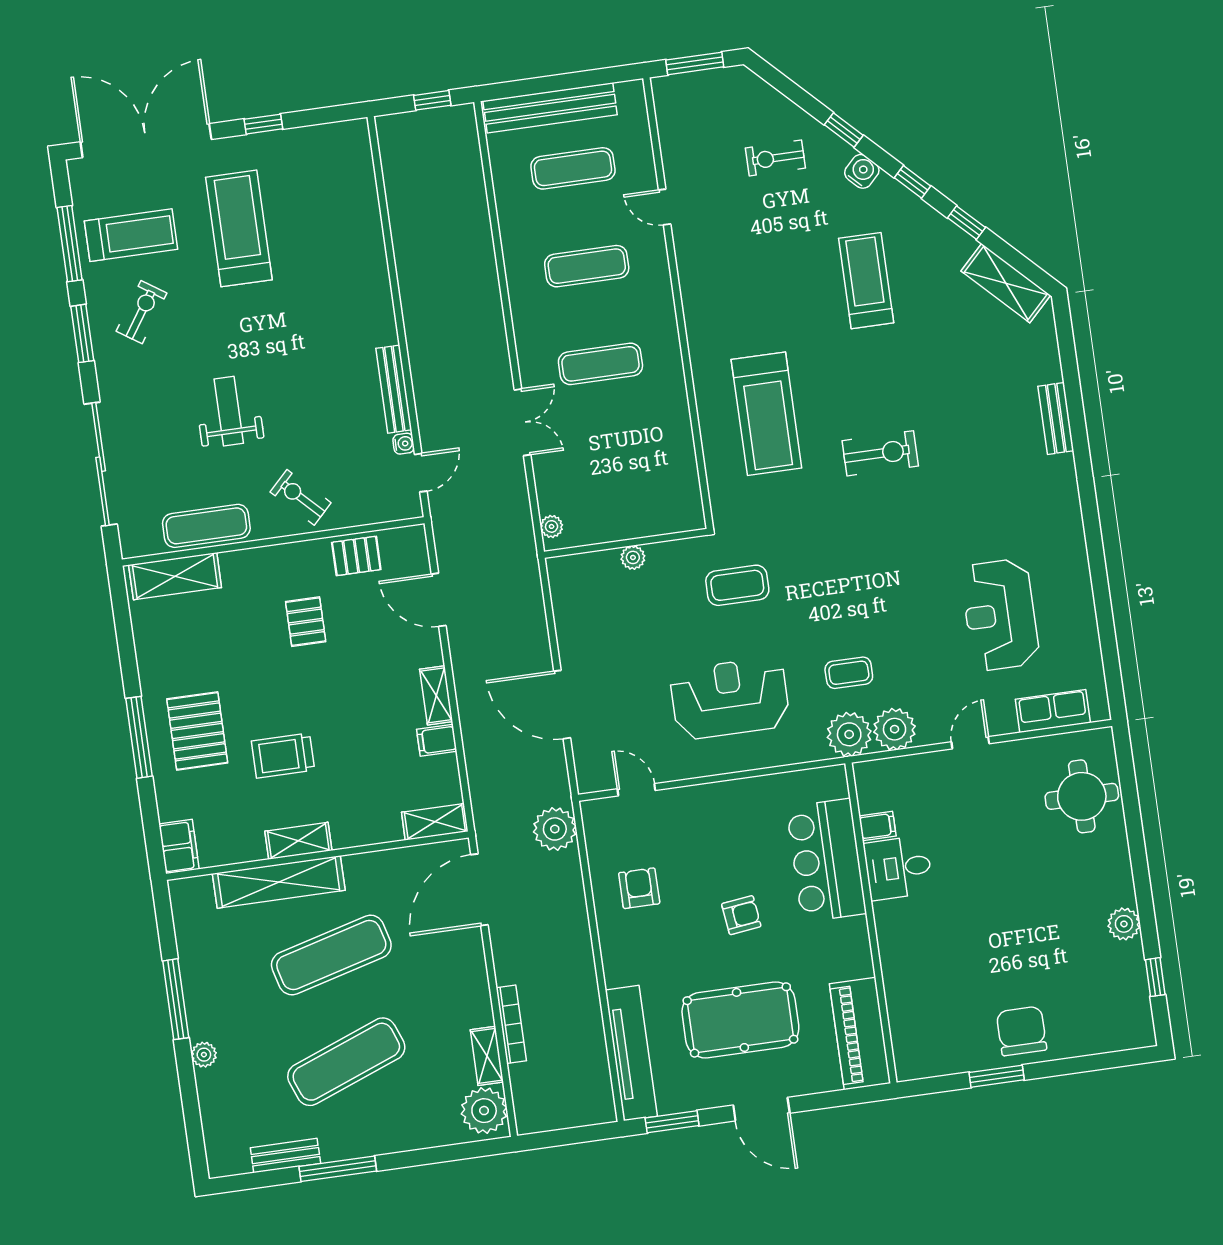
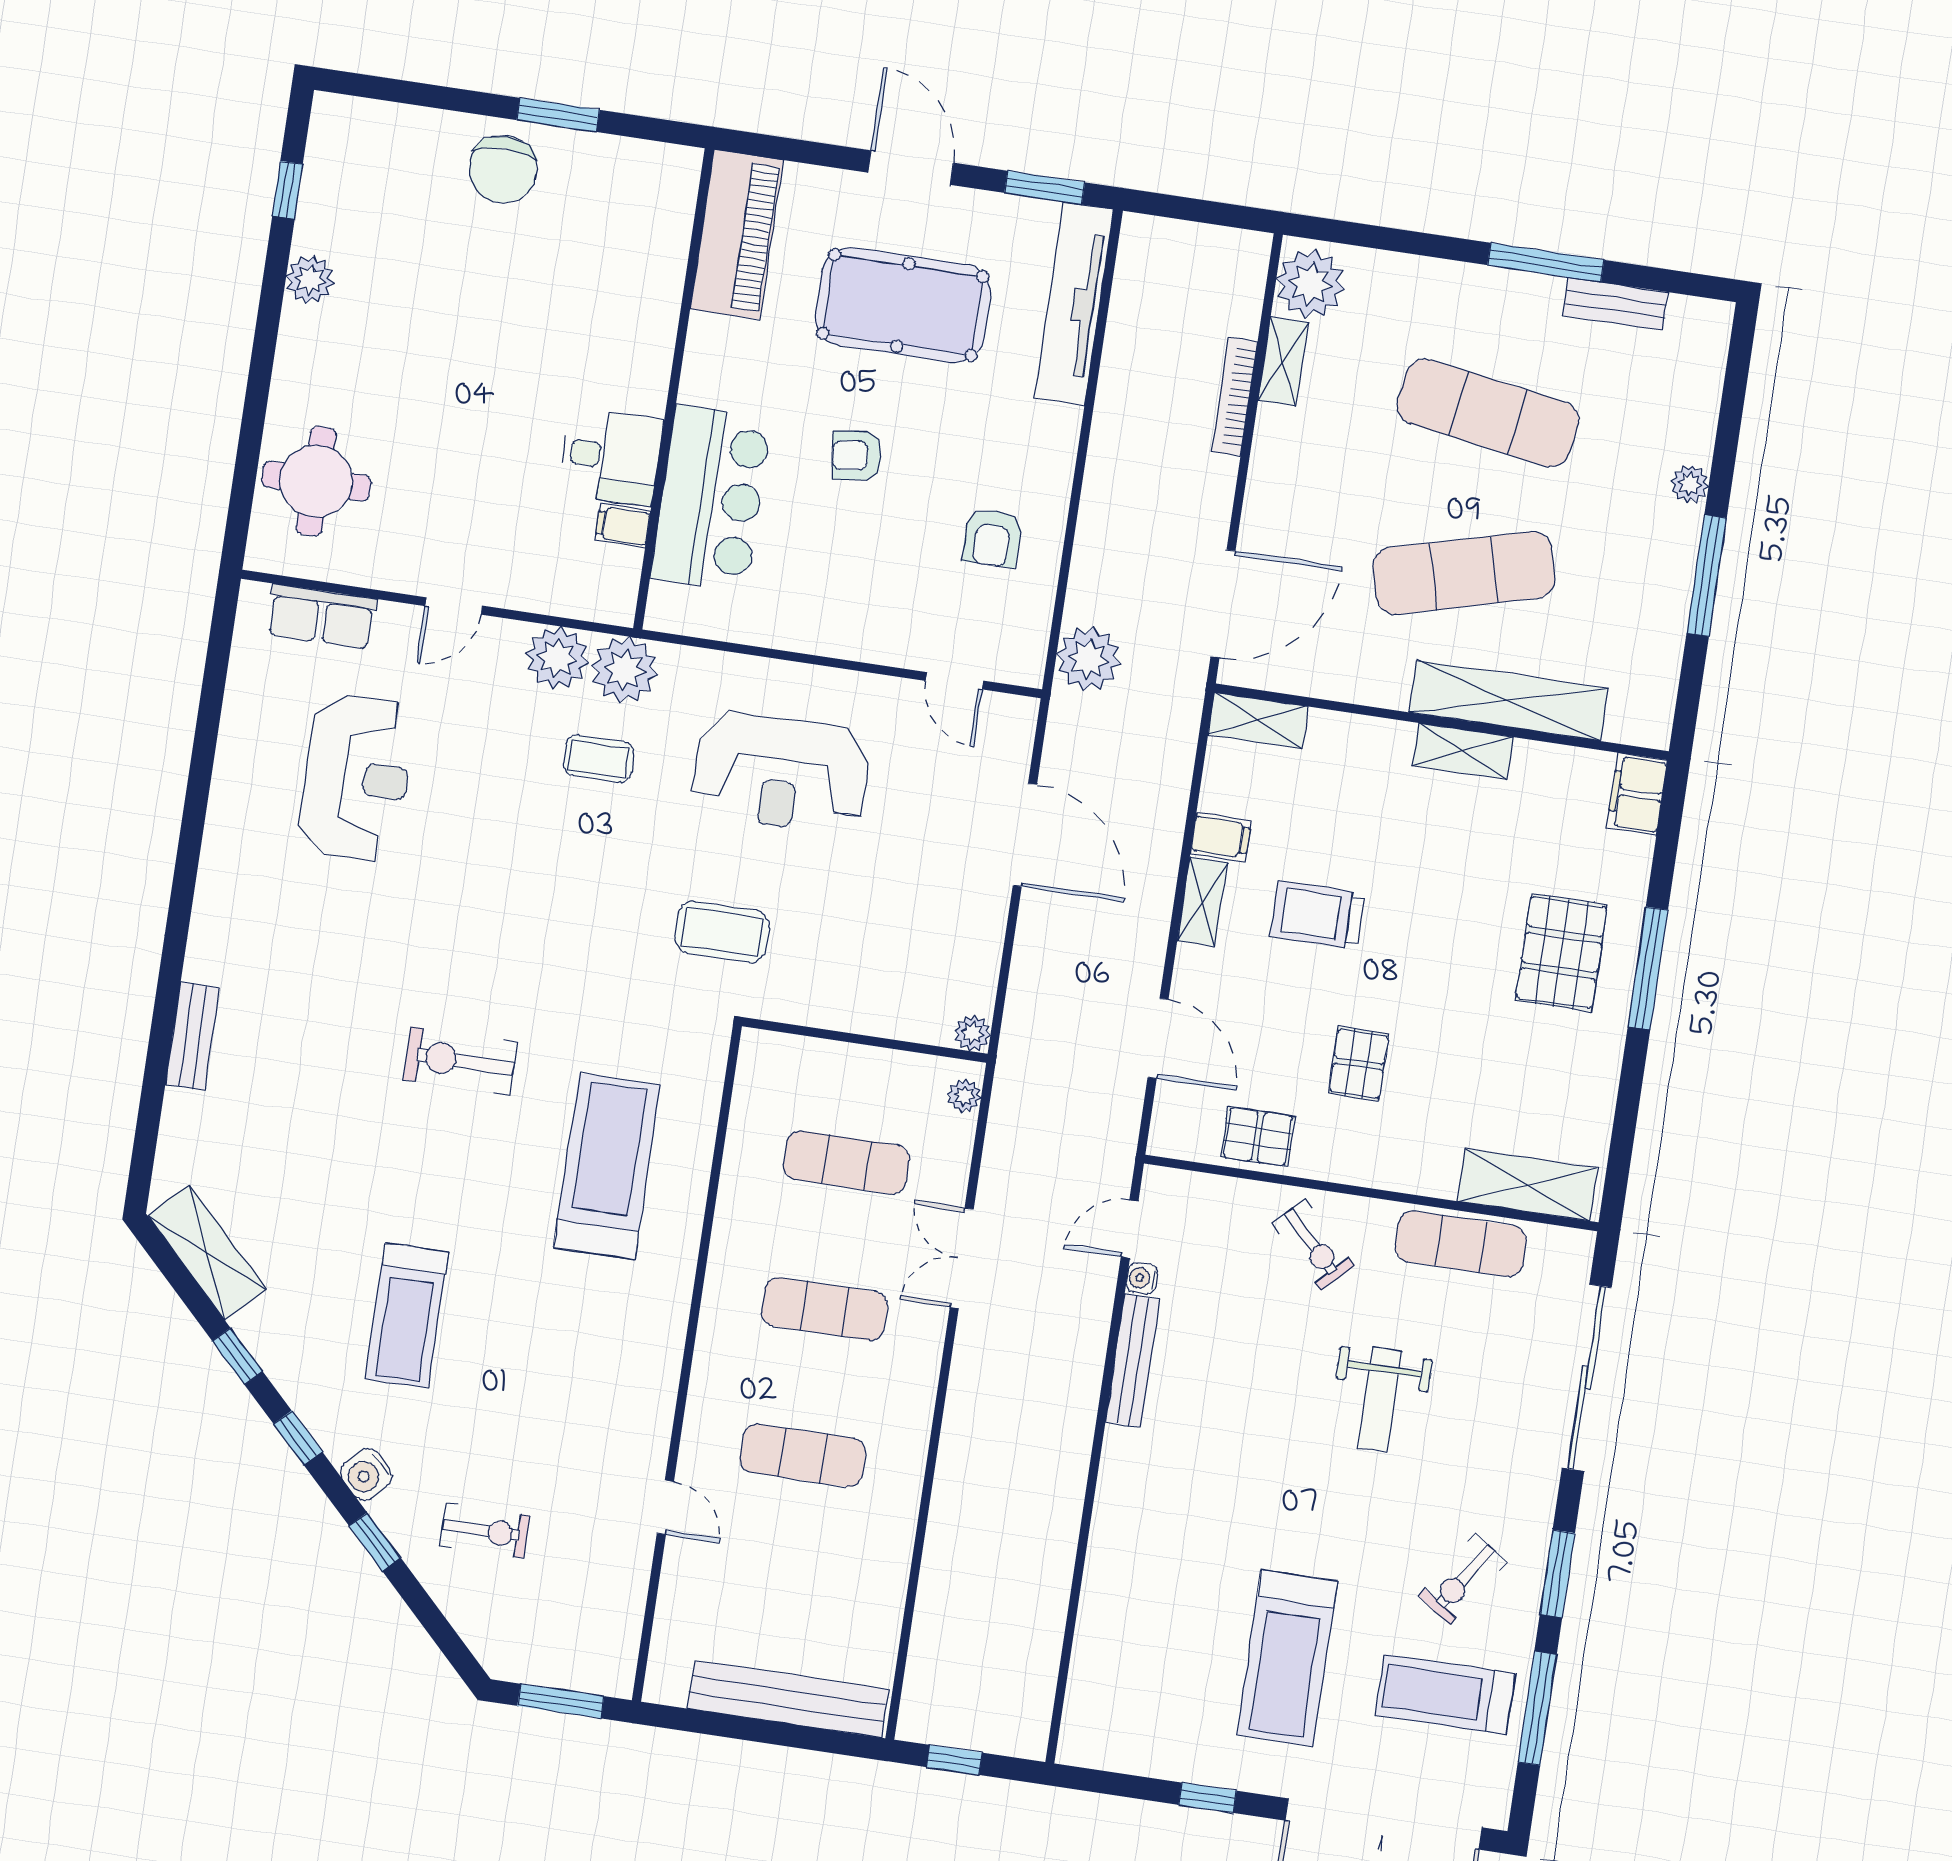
exercise mat: (573, 168) -> (846, 1162), moved
plant: (633, 557) -> (972, 1033), moved
trolley: (283, 756) -> (1317, 915), moved, turned 180
exercise mat: (346, 1062) -> (1488, 413), turned 30

